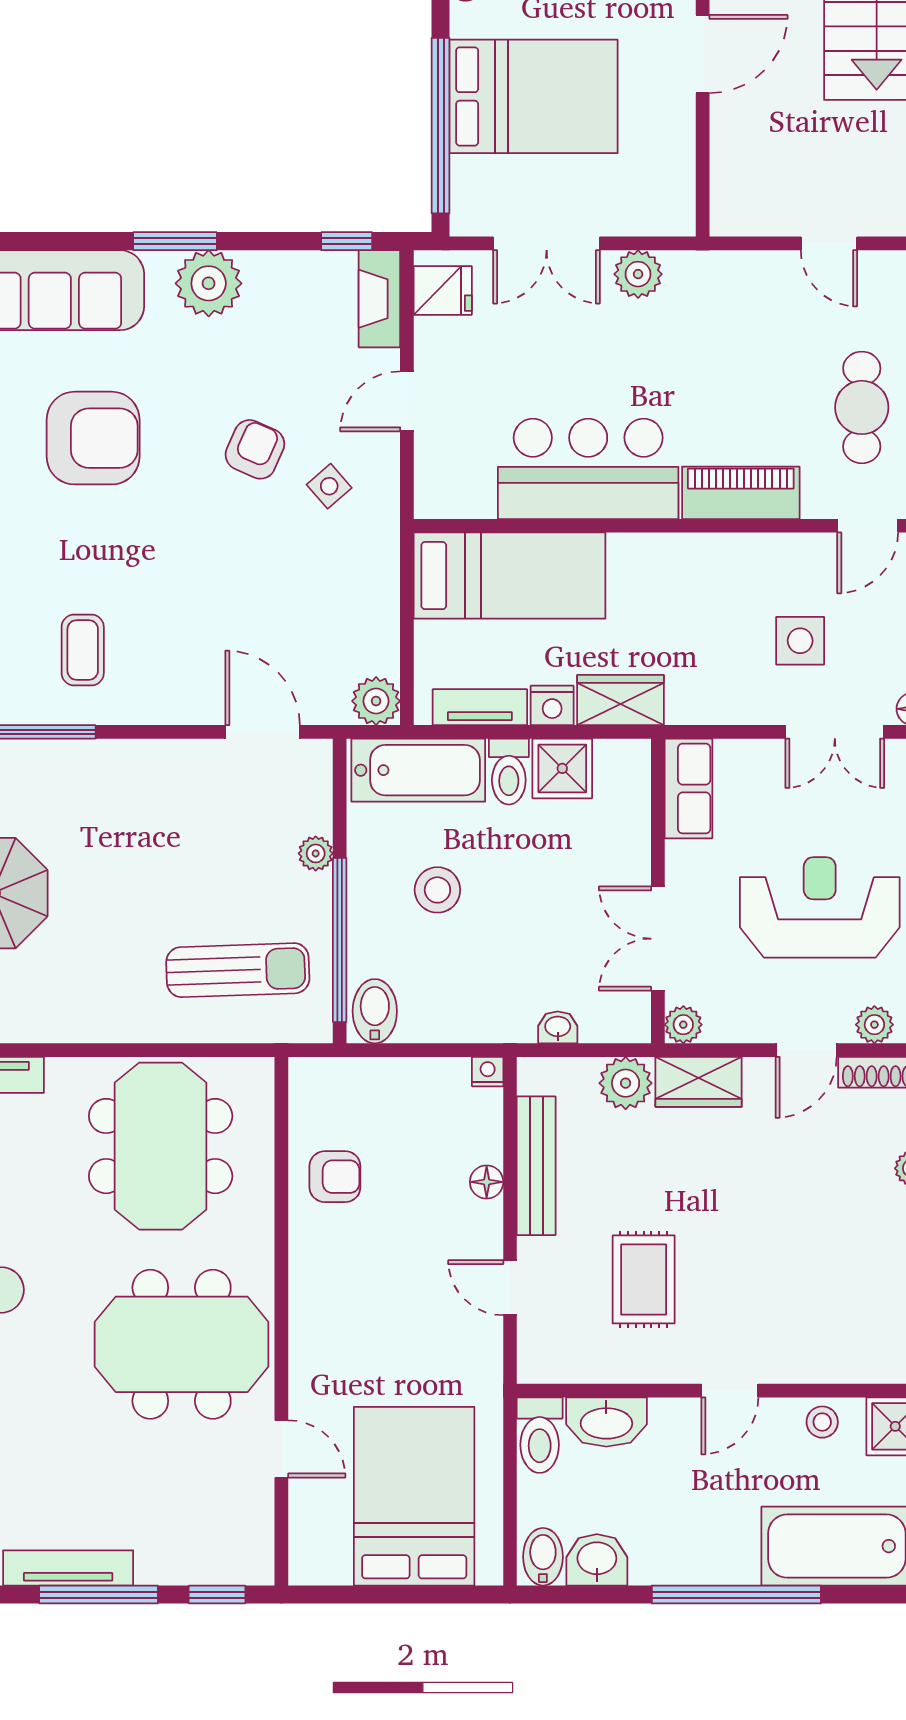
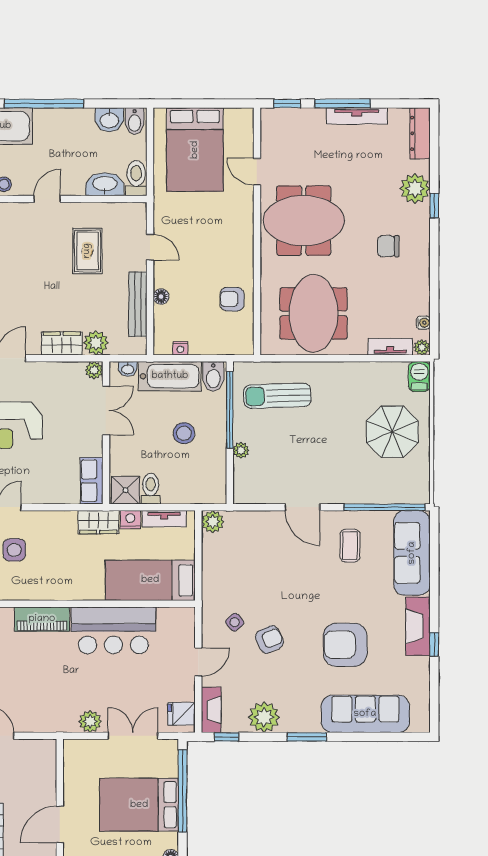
plant: (209, 283) -> (264, 717), moved
armchair: (255, 449) -> (269, 639), turned -139
door: (263, 732) -> (302, 507), moved
bathtub: (418, 770) -> (170, 376), moved, turned 180
row of seats: (688, 788) -> (92, 481), moved
wall: (658, 891) -> (106, 433), moved
double door: (658, 939) -> (106, 411), moved
plant: (683, 1025) -> (94, 370), moved
nightstand: (488, 1072) -> (180, 348), moved

